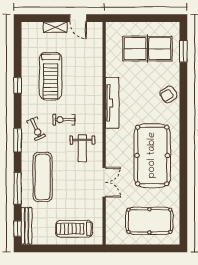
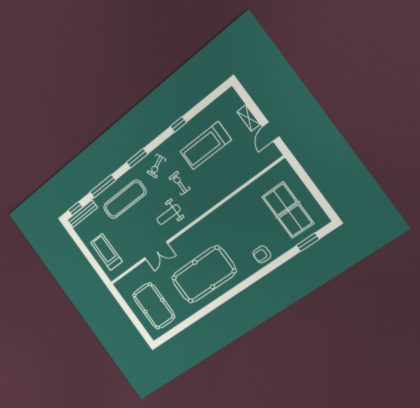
armchair: (168, 94) -> (262, 254), turned -57
tv unit: (112, 103) -> (221, 213), removed

